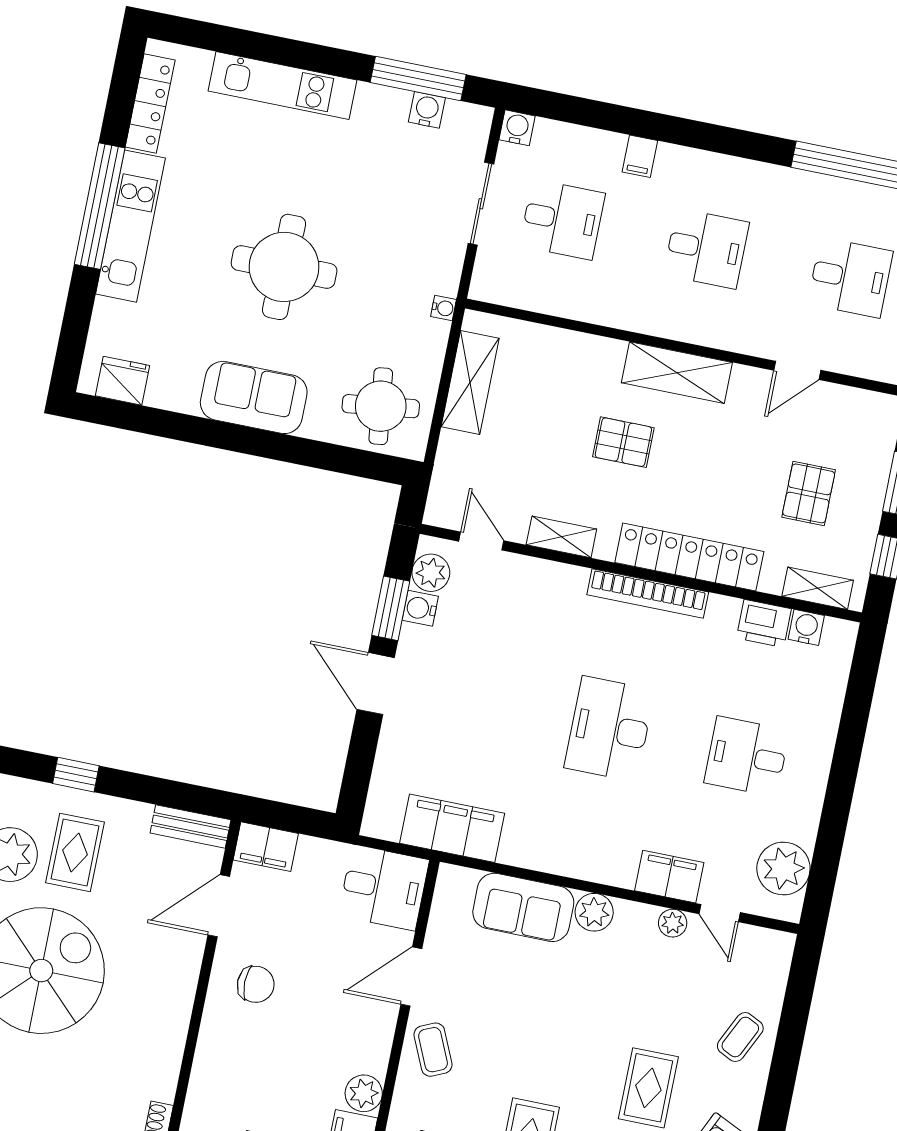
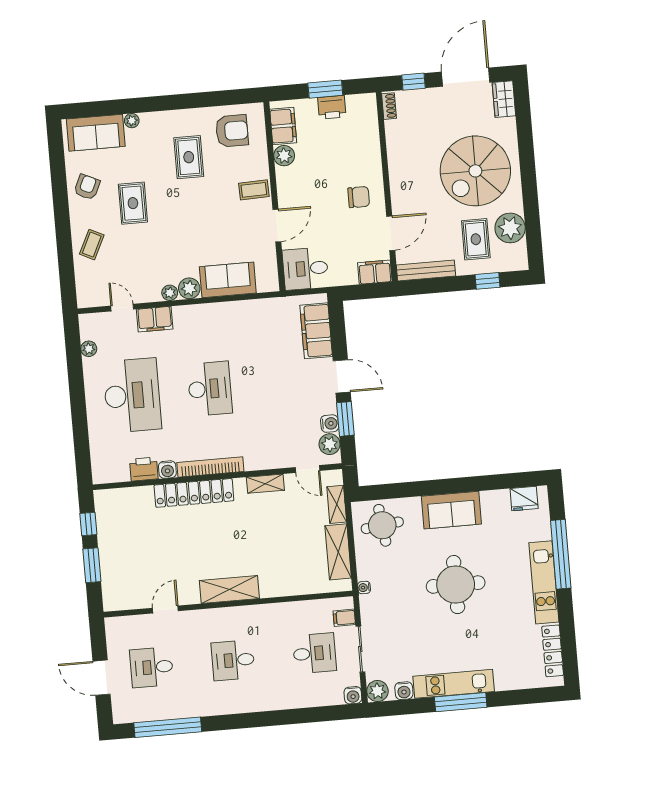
window: (418, 78) -> (461, 702), moved
kitchen unit: (283, 86) -> (454, 684), moved
plant: (473, 123) -> (377, 691), added
filing cabinet: (640, 156) -> (344, 618), moved, turned -90
window: (100, 206) -> (561, 554), moved
desk: (562, 220) -> (314, 653), turned 180
pallet: (623, 442) -> (247, 544), removed
pallet: (809, 493) -> (140, 545), removed
shelving: (818, 588) -> (337, 504), moved, turned 90
water cooler: (806, 627) -> (167, 470), moved
desk: (747, 757) -> (132, 395), width x1.87, depth x1.30
bench: (190, 826) -> (426, 270), width x1.36
filing cabinet: (452, 828) -> (316, 331), moved, turned 90
plant: (783, 868) -> (89, 349), width x0.53, depth x0.53
plant: (673, 923) -> (170, 293), moved
chair: (256, 984) -> (359, 197), turned 180
coffee table: (433, 1050) -> (254, 190), turned -68

